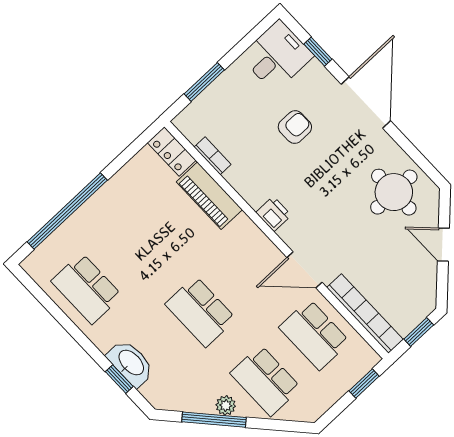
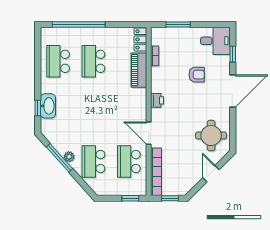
school desk: (201, 311) -> (93, 61), moved

